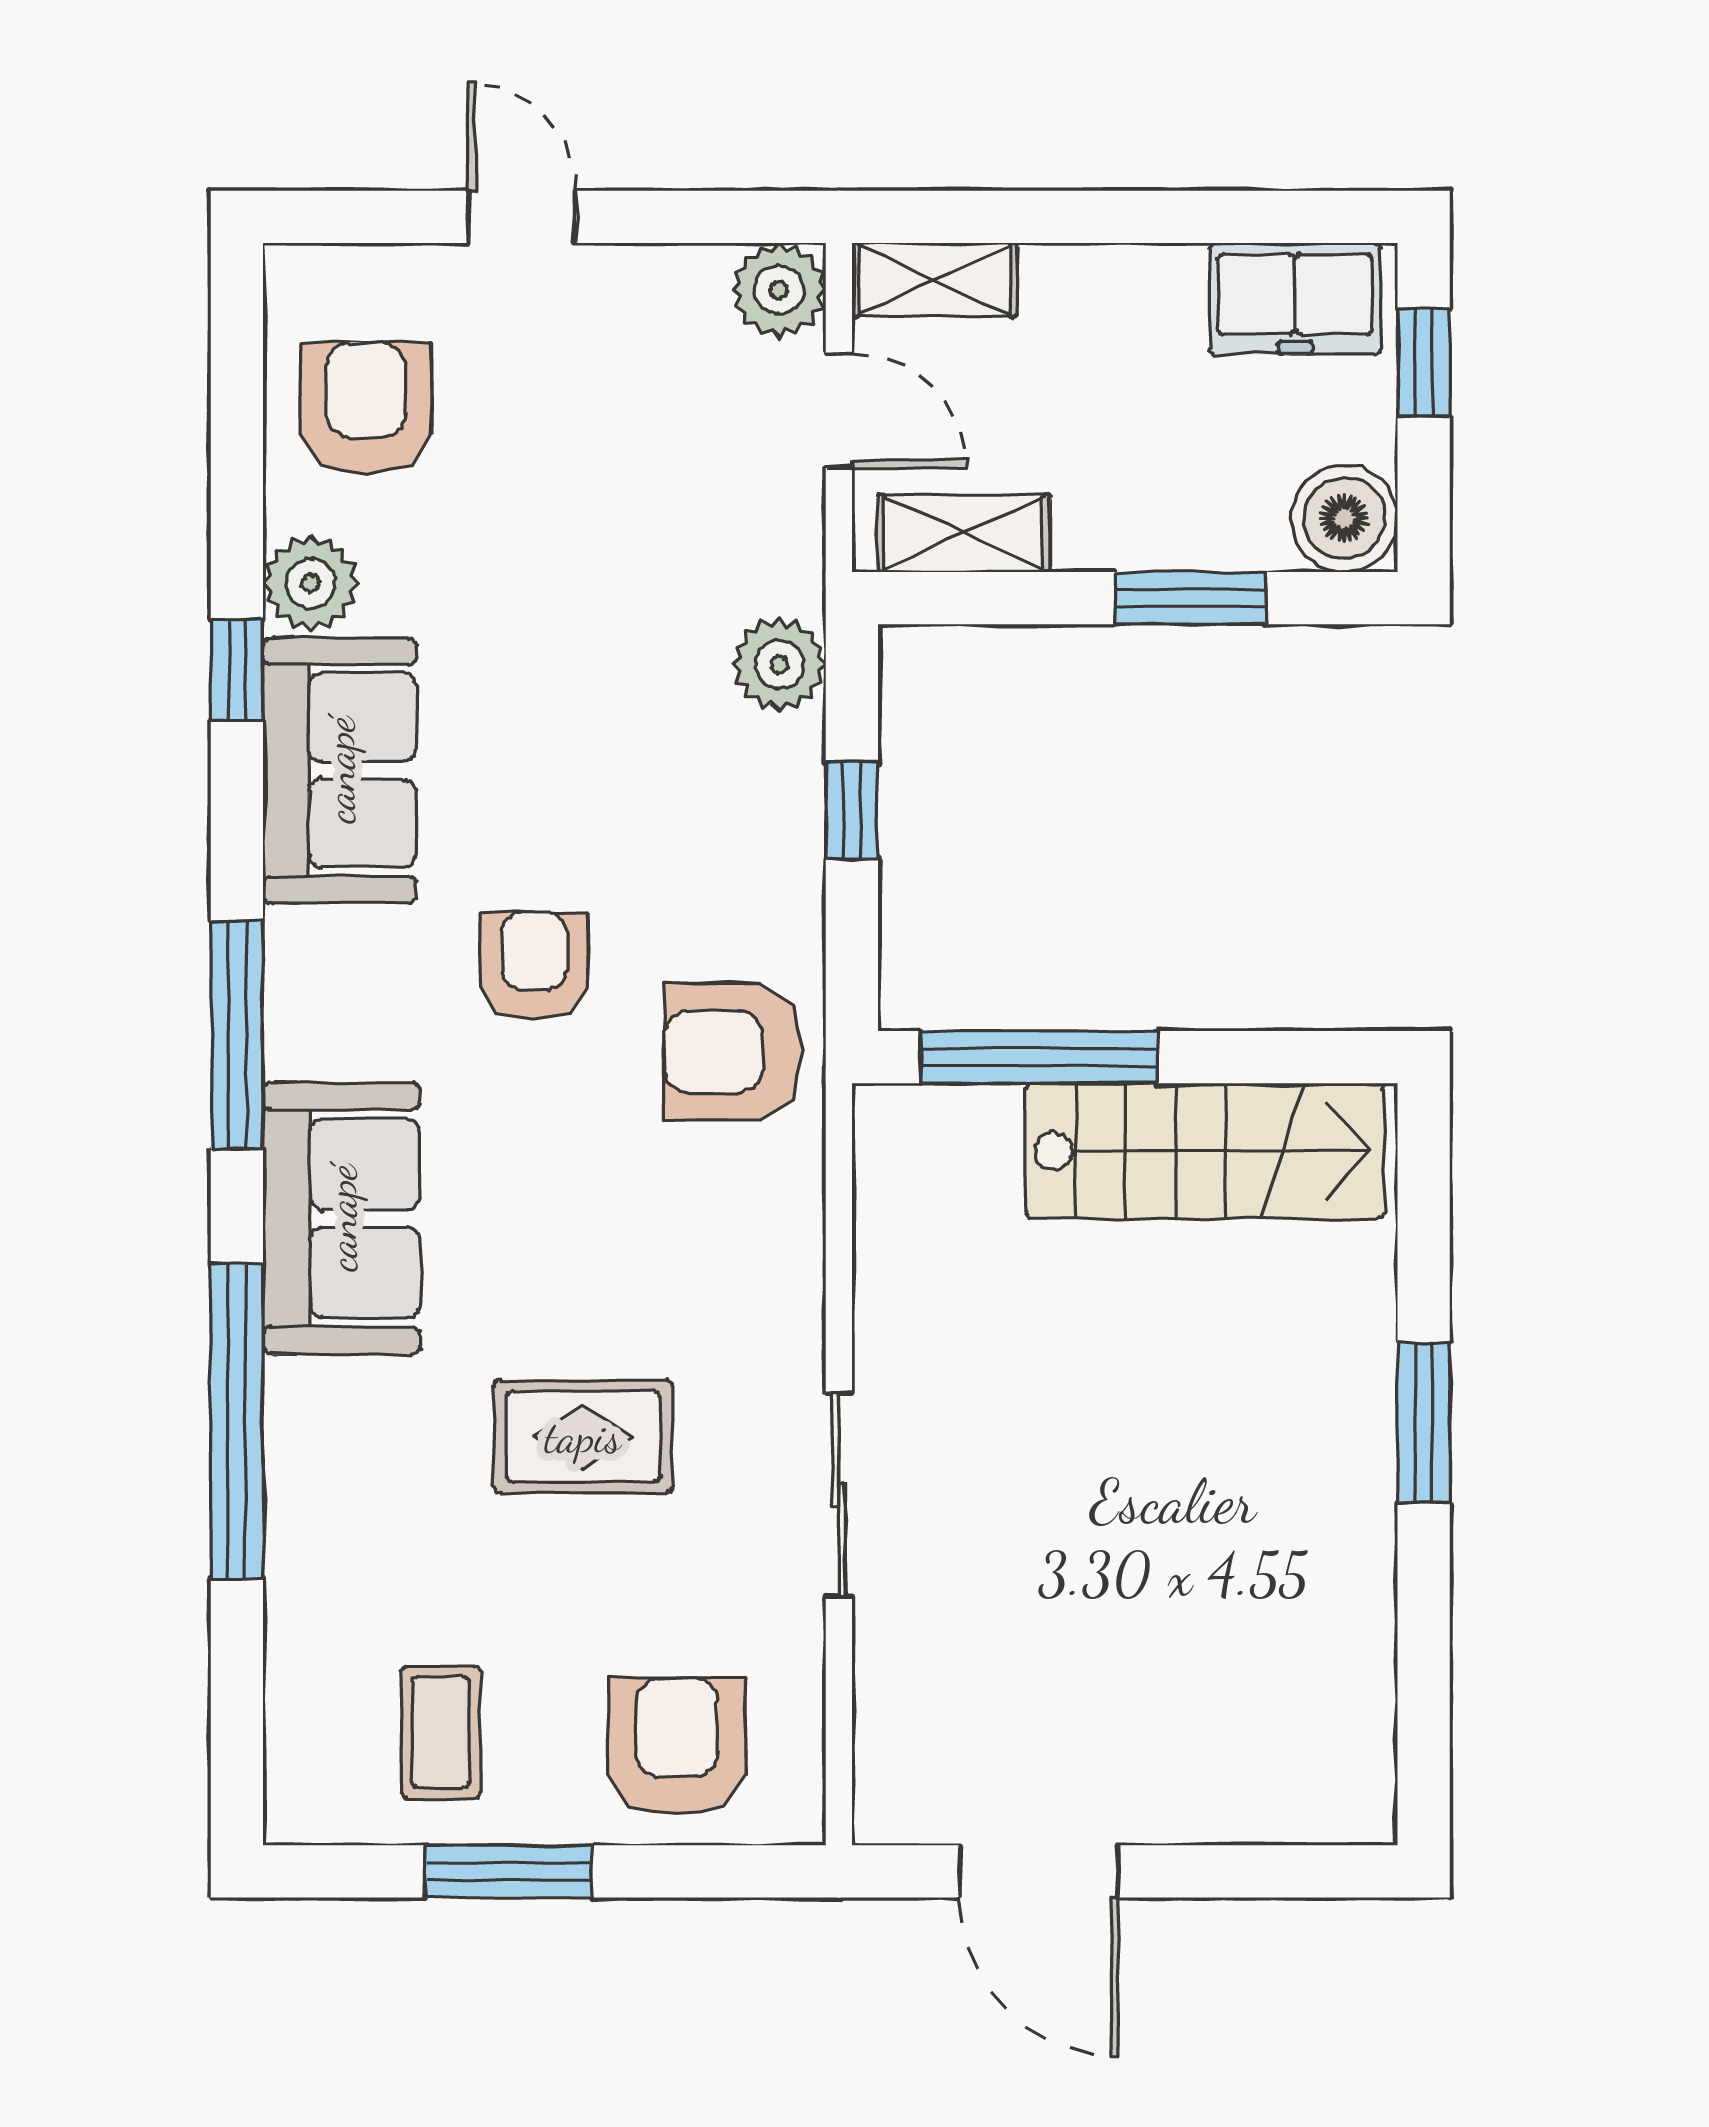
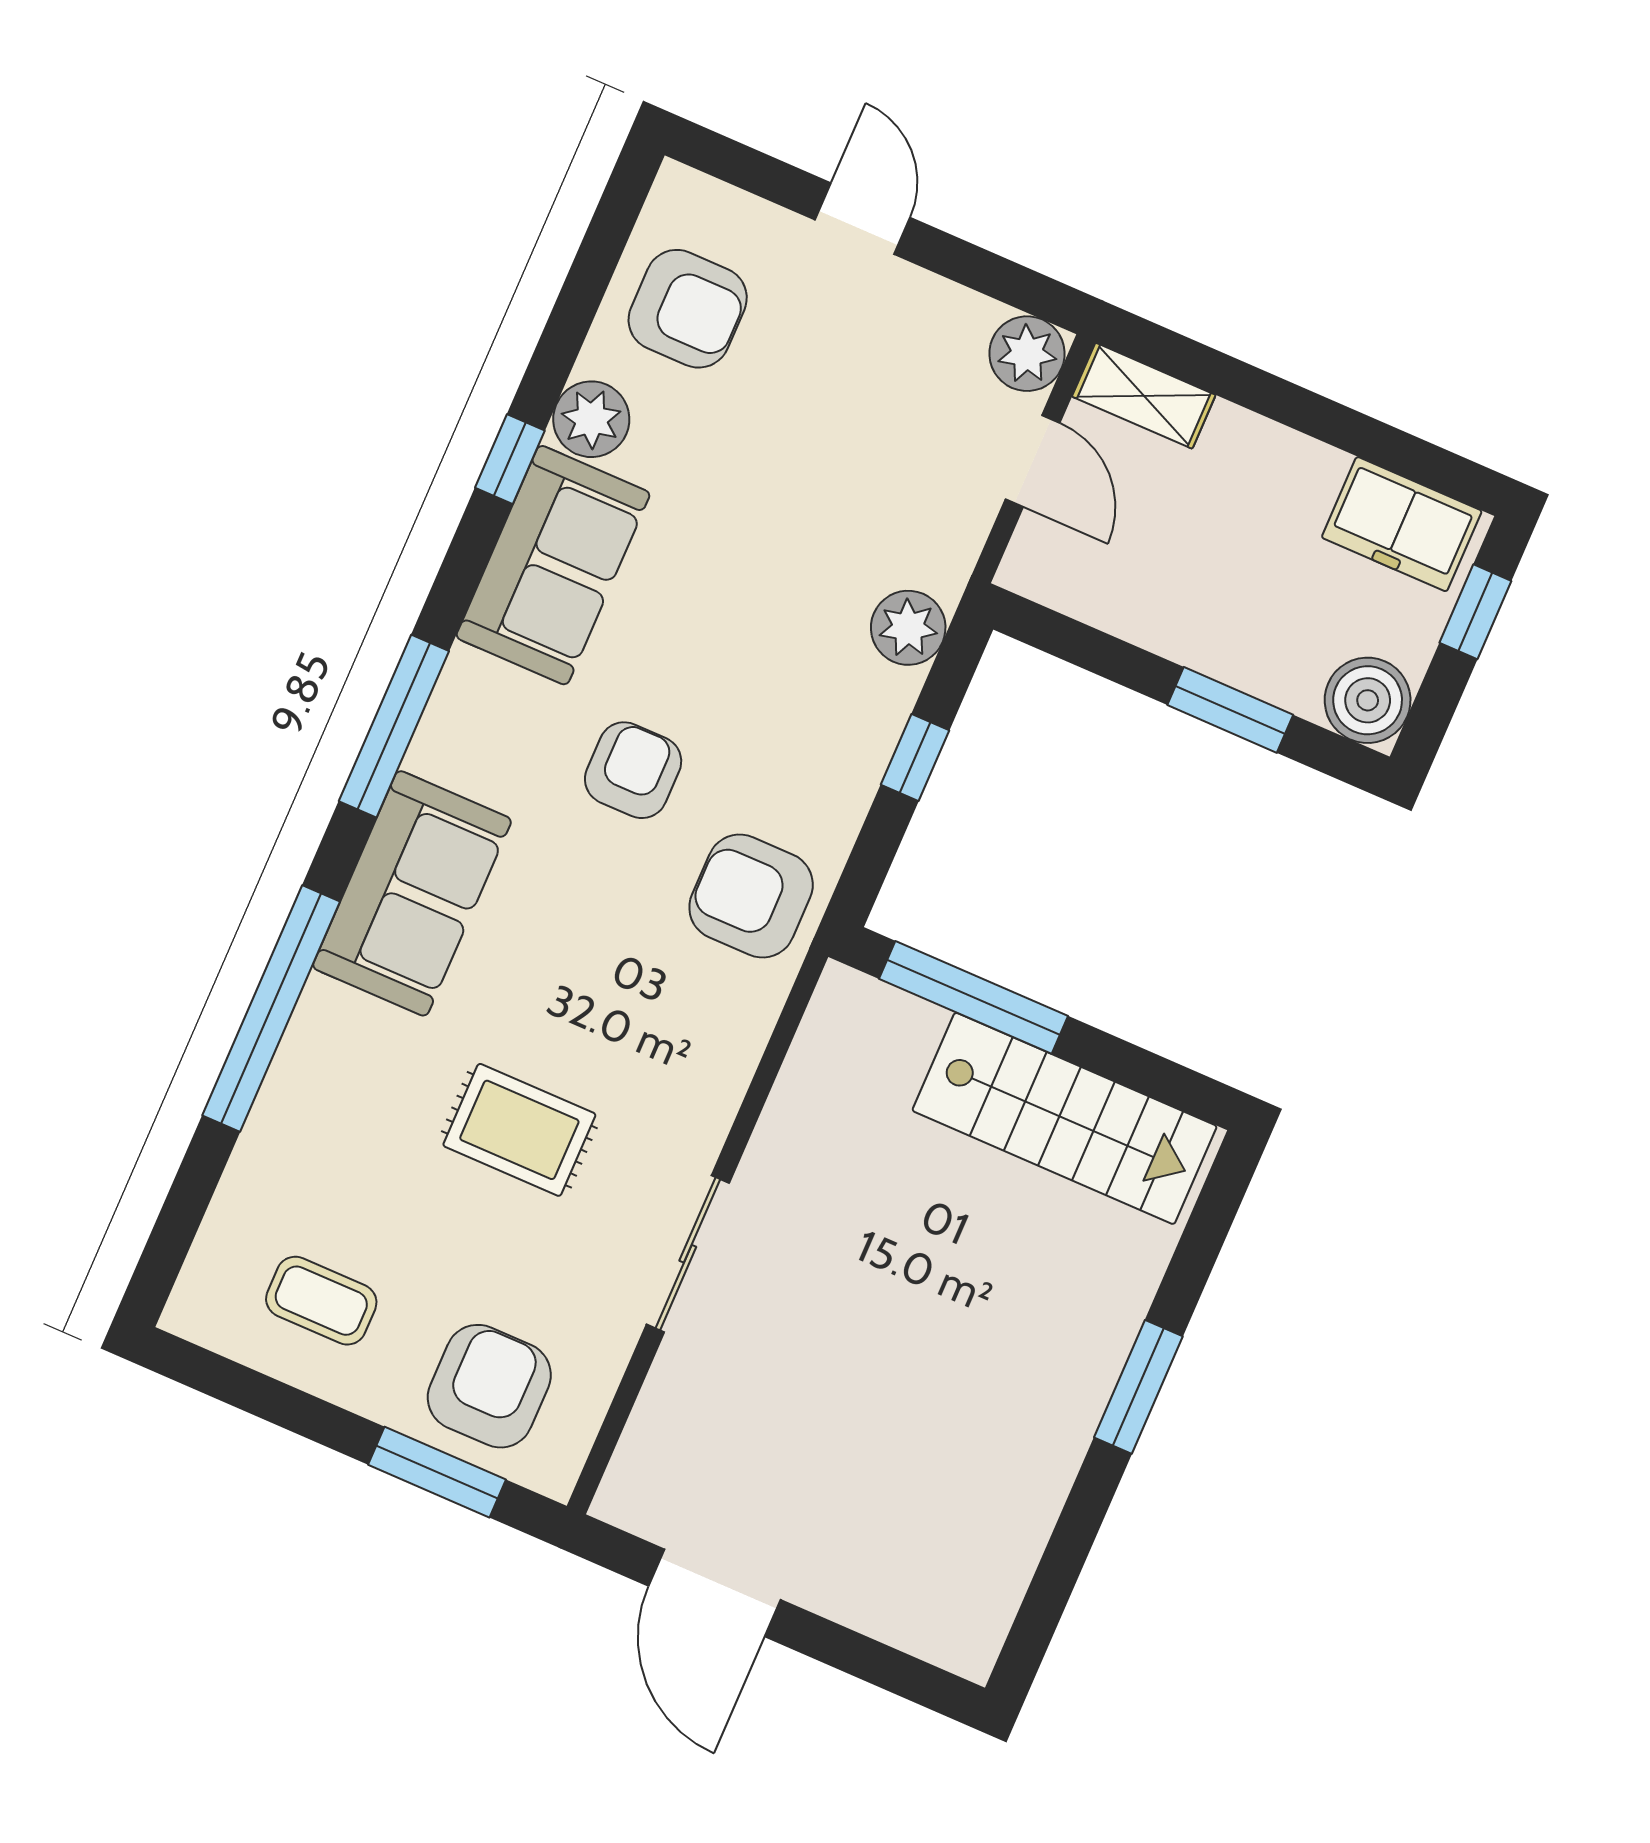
armchair: (366, 408) -> (688, 309), turned 90
shelving: (964, 533) -> (1085, 590), removed
coffee table: (441, 1732) -> (321, 1301), turned 90
window: (509, 1871) -> (437, 1472), moved

